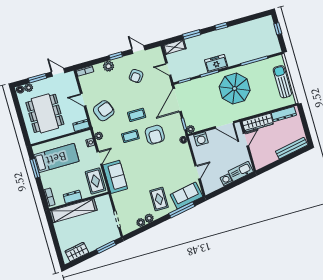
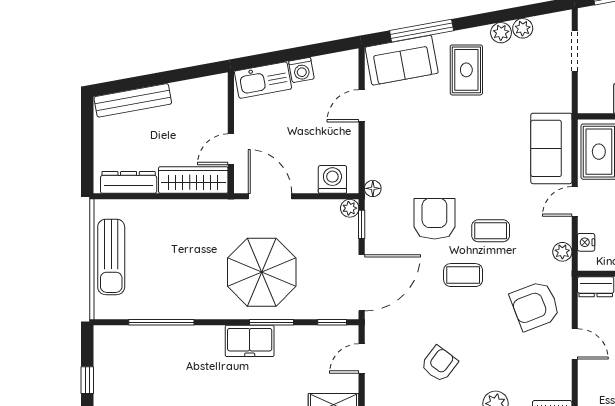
door: (168, 69) -> (362, 358), swing flipped
parasol: (235, 89) -> (262, 272), moved

